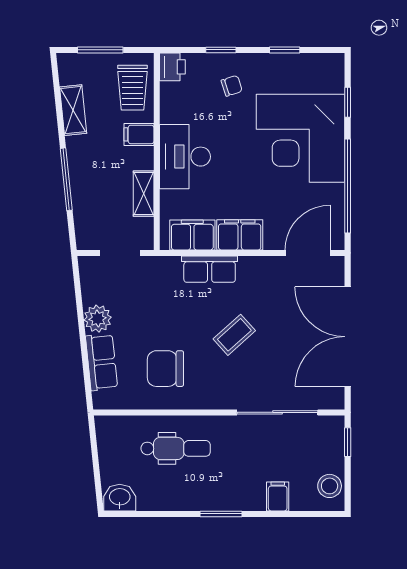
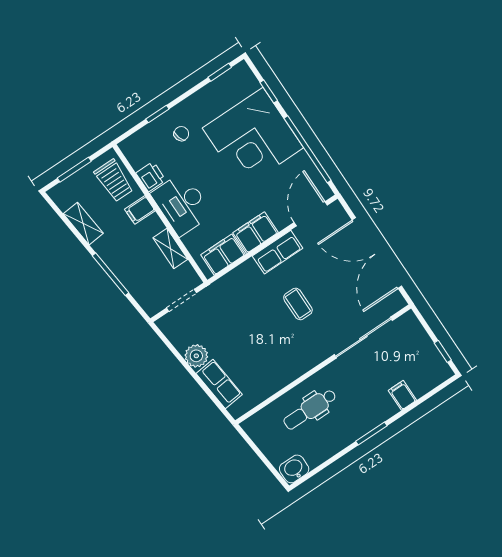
window: (285, 50) -> (220, 72), moved
printer: (172, 67) -> (151, 177), moved
row of seats: (210, 269) -> (278, 252), moved
coffee table: (234, 335) -> (298, 304), turned -48
chair: (165, 369) -> (266, 359), removed
window: (348, 442) -> (443, 351), moved
dental chair: (176, 448) -> (310, 409), turned 180
stool: (330, 486) -> (433, 364), removed

